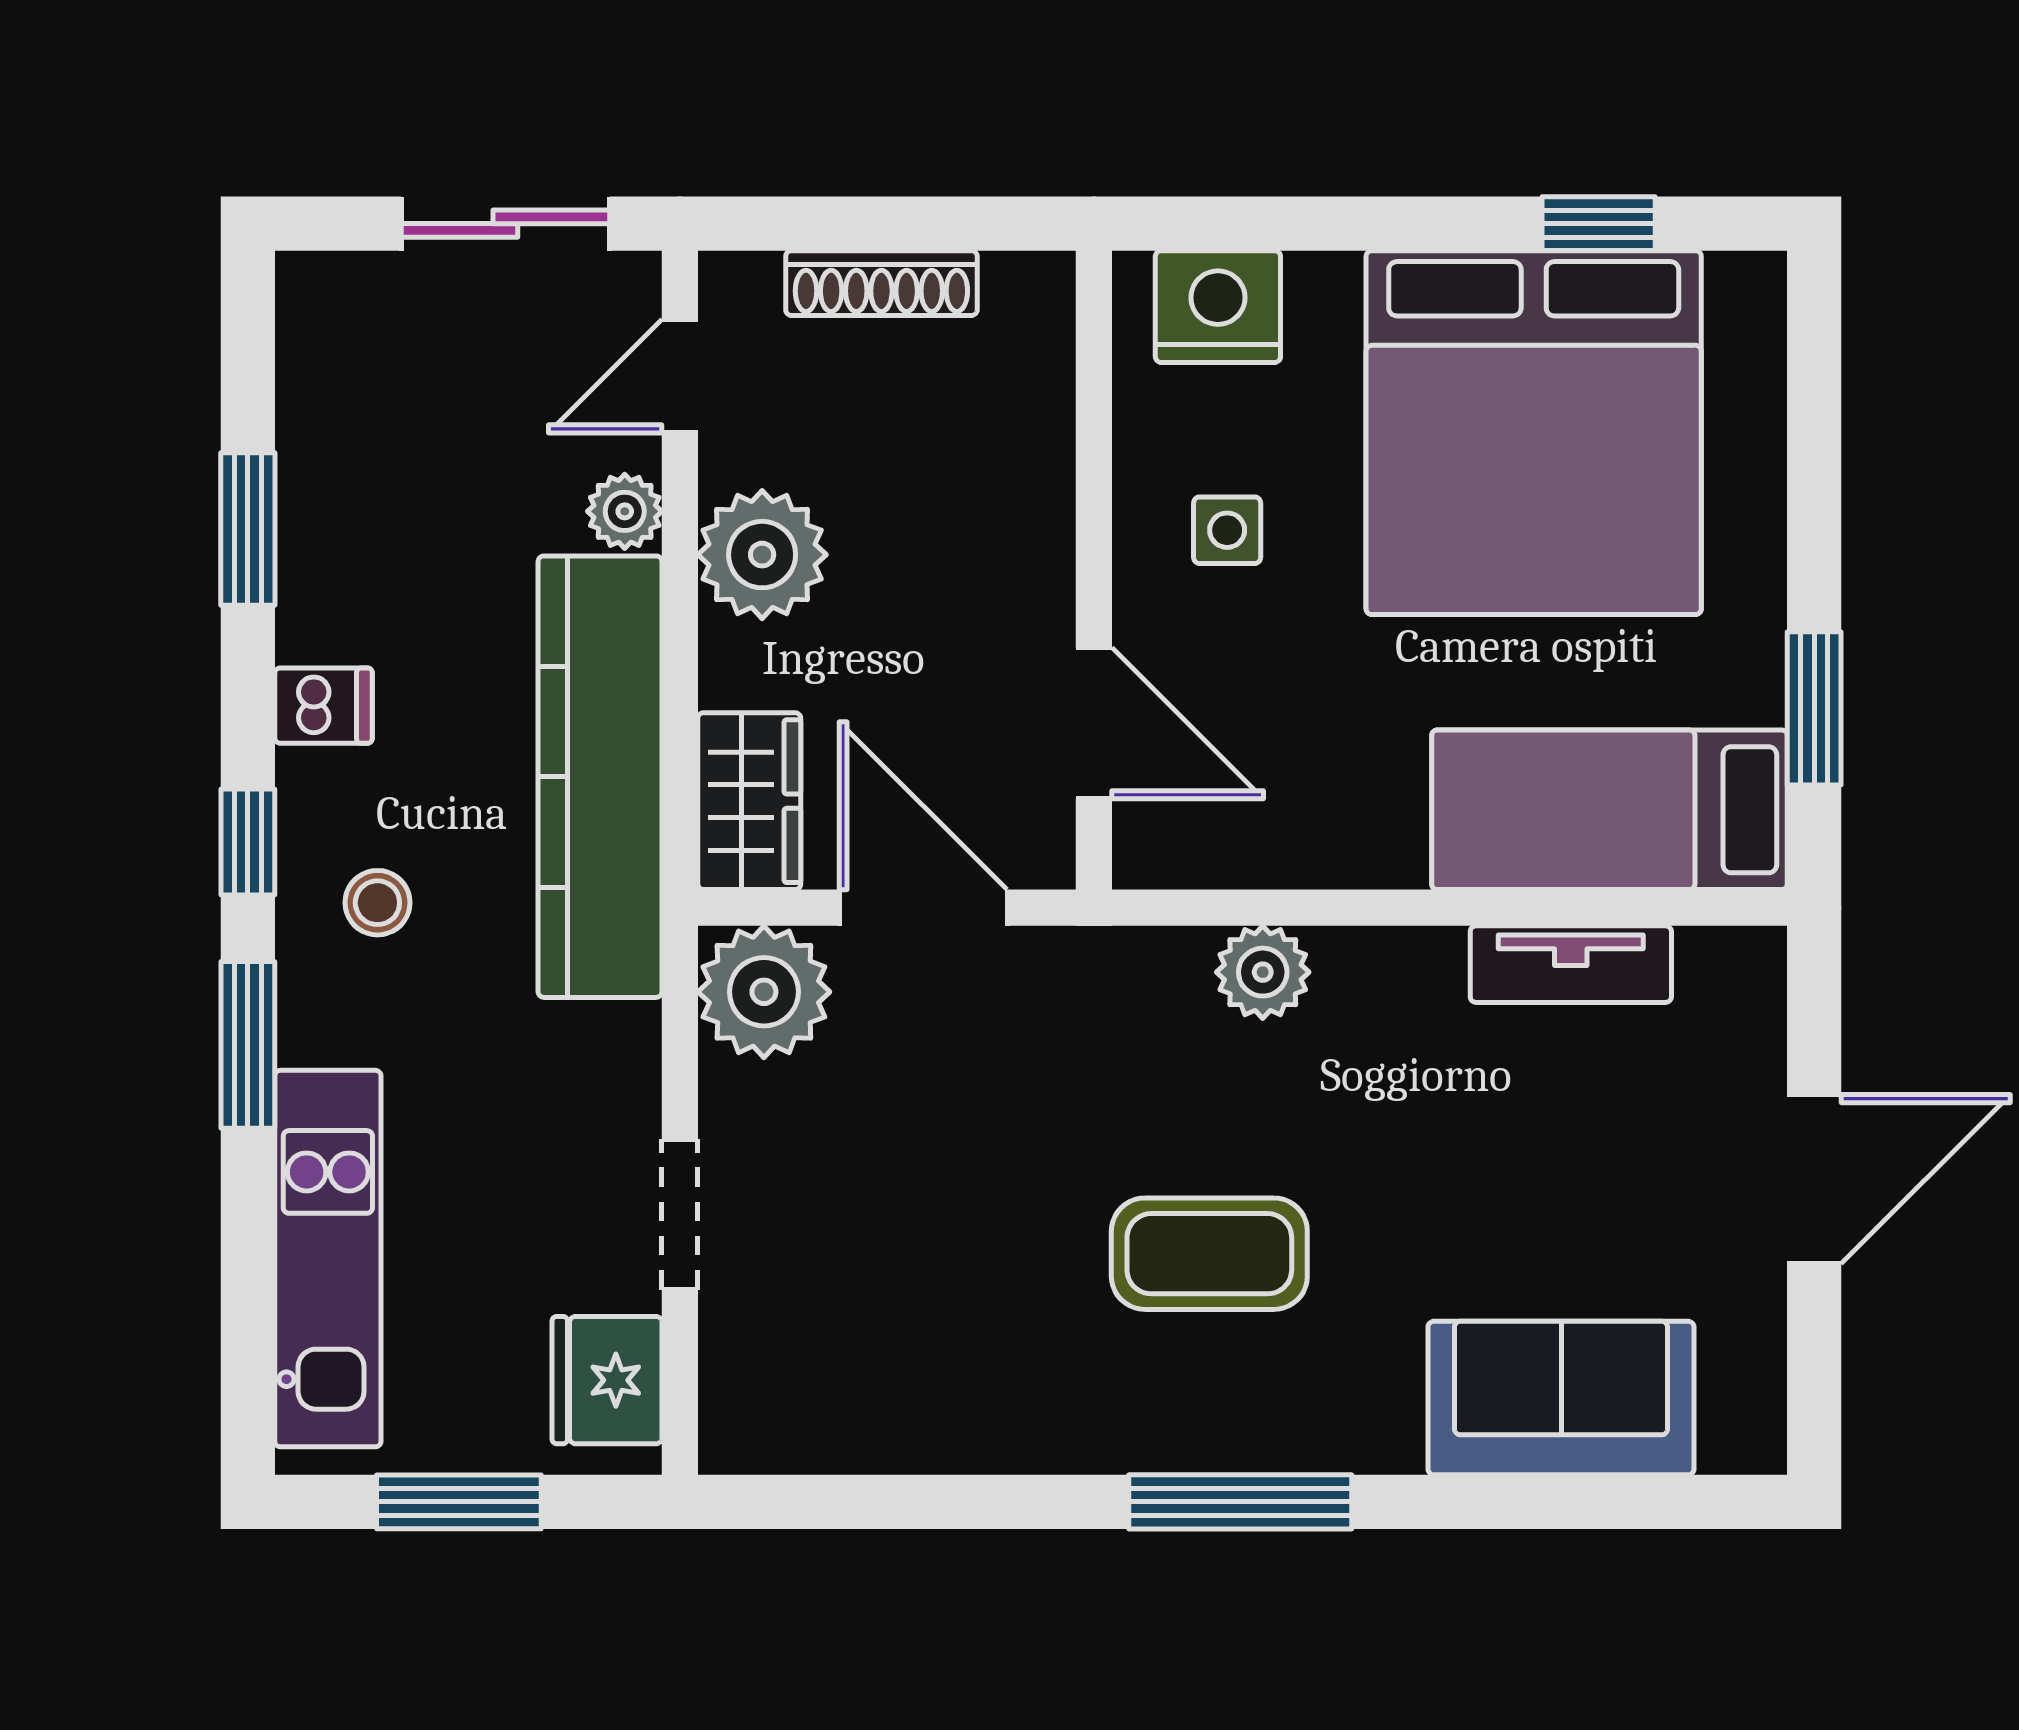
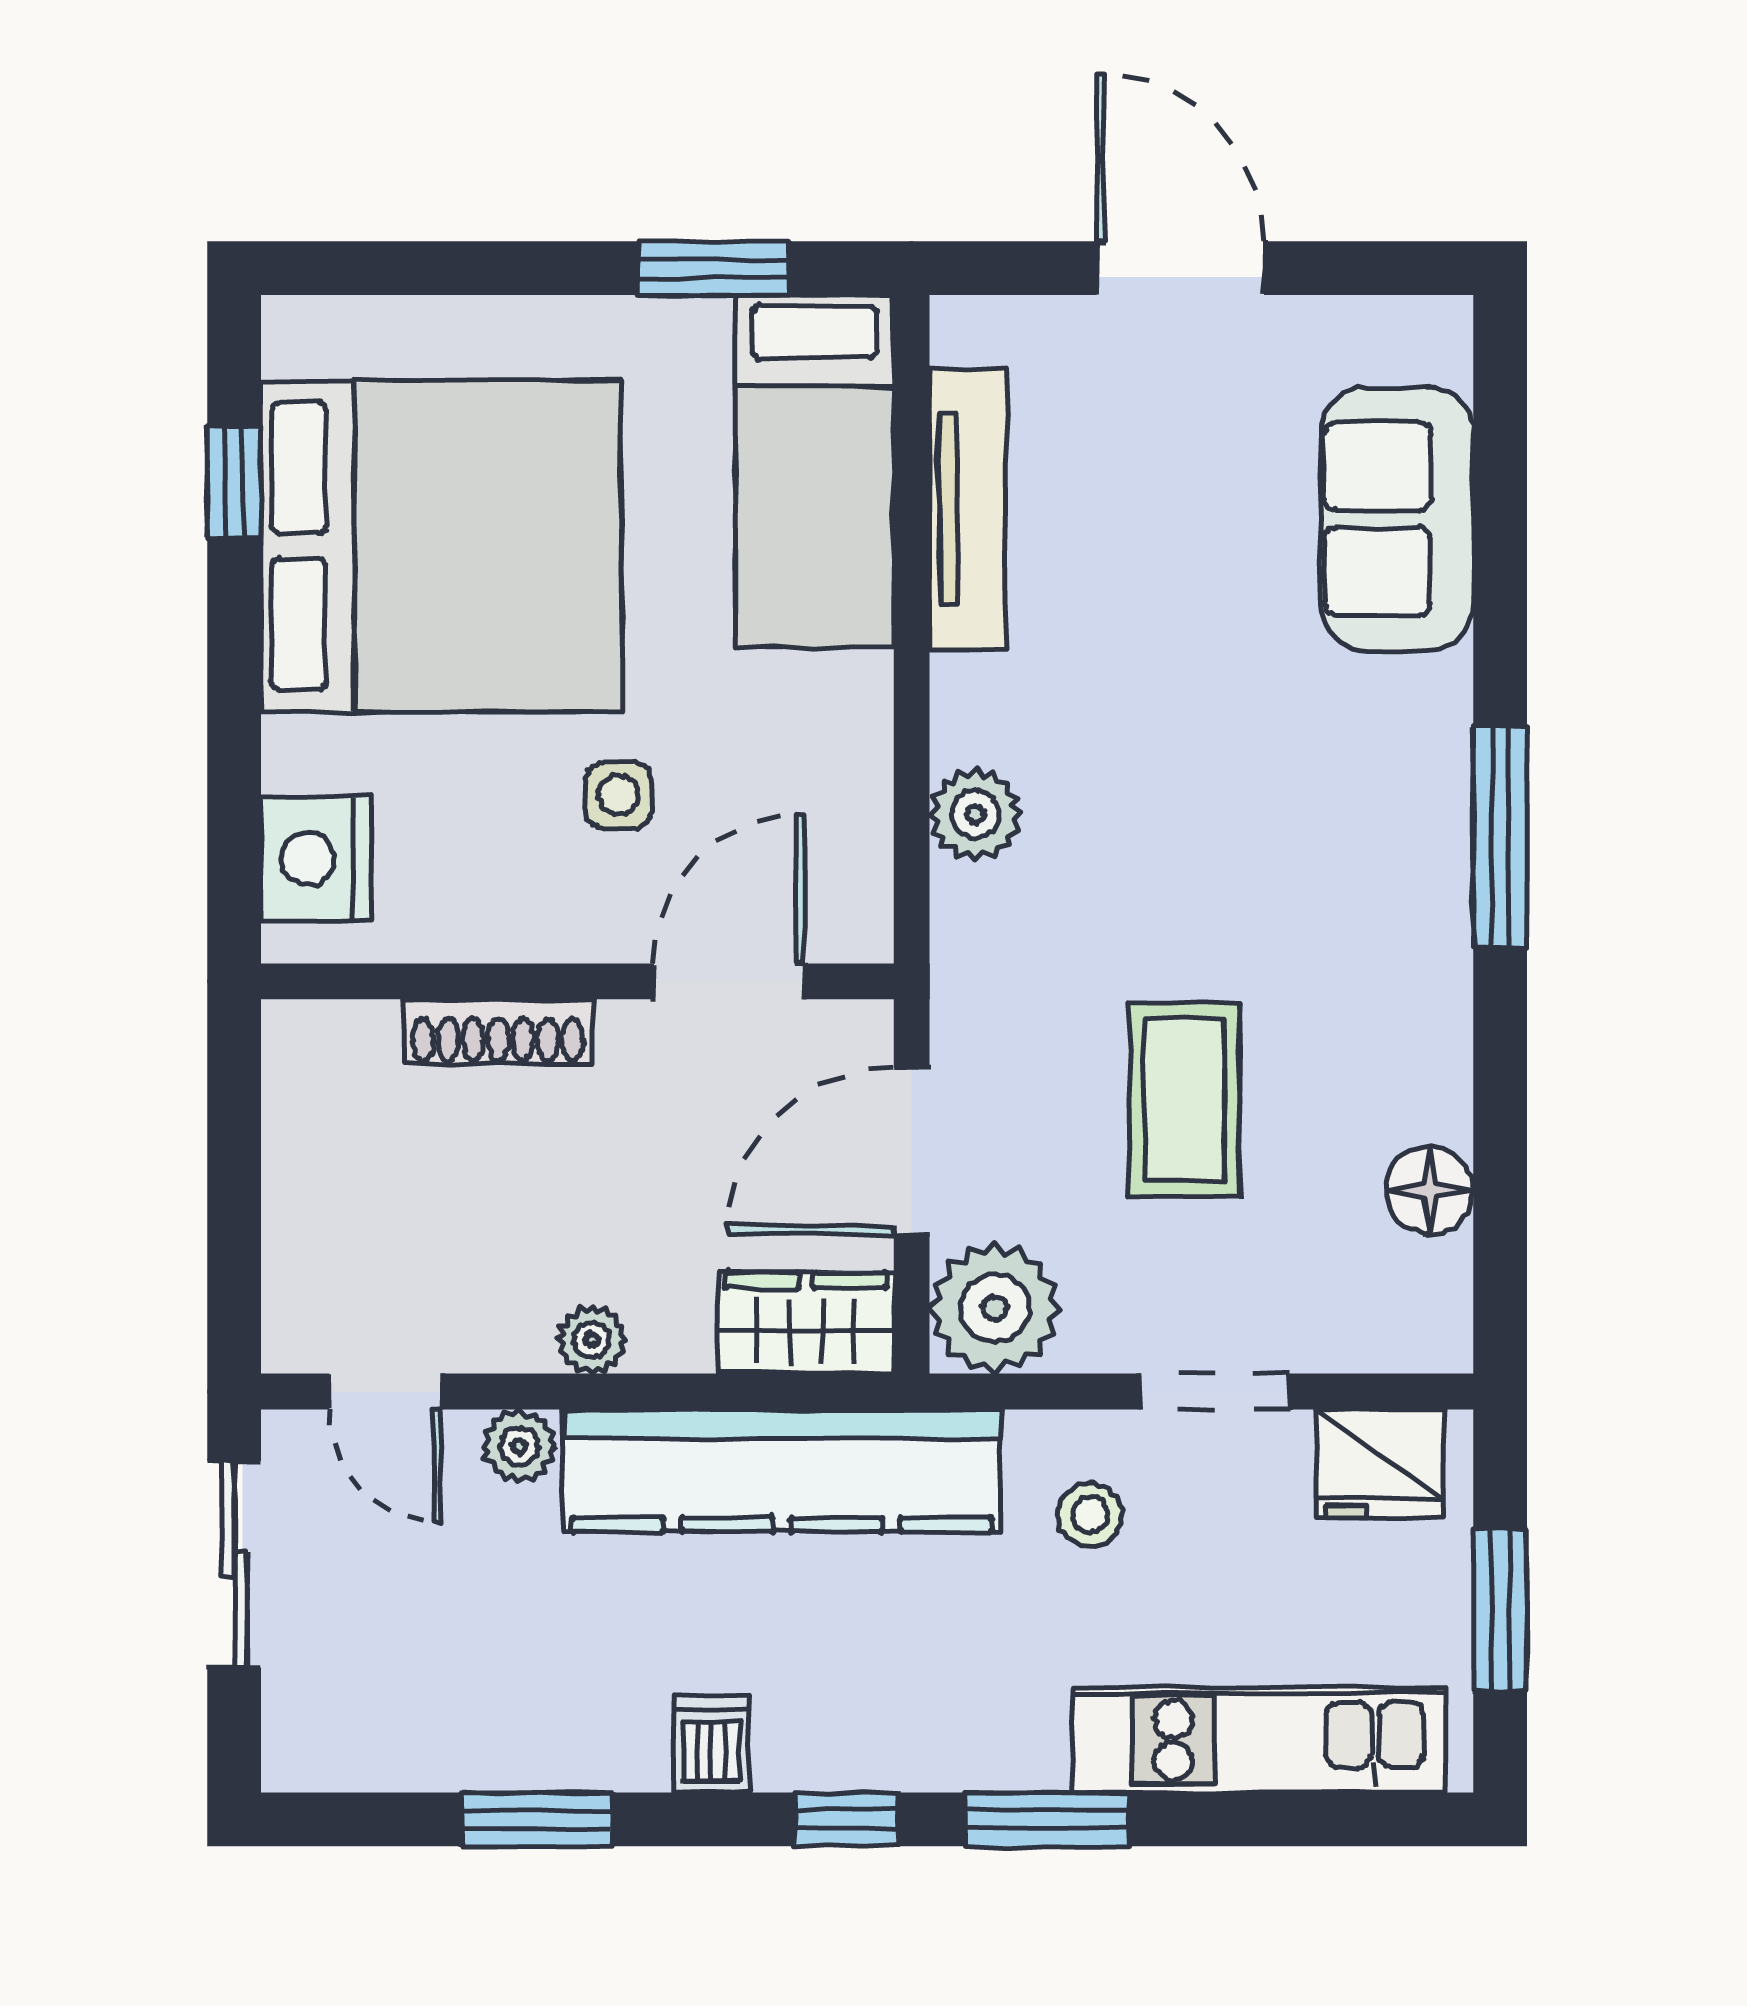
shoe rack: (881, 283) -> (498, 1031), moved, turned 90
side table: (1227, 530) -> (618, 795), moved
plant: (762, 555) -> (592, 1340), width x0.53, depth x0.53
stool: (377, 903) -> (1090, 1515), moved
tv unit: (1571, 964) -> (968, 509), width x1.41
coffee table: (1209, 1254) -> (1184, 1100), moved
floor lamp: (883, 1431) -> (1429, 1190), added

